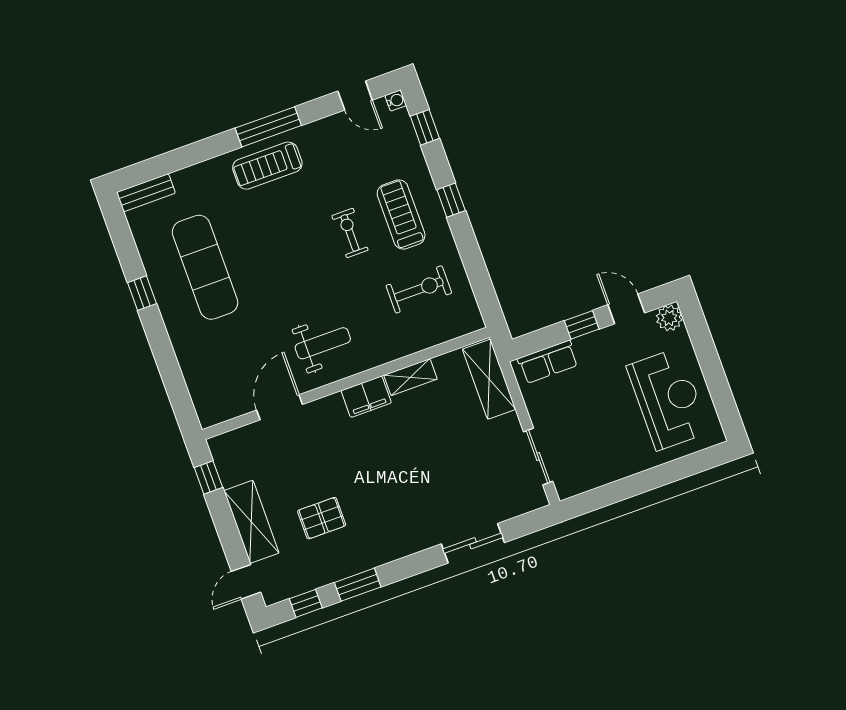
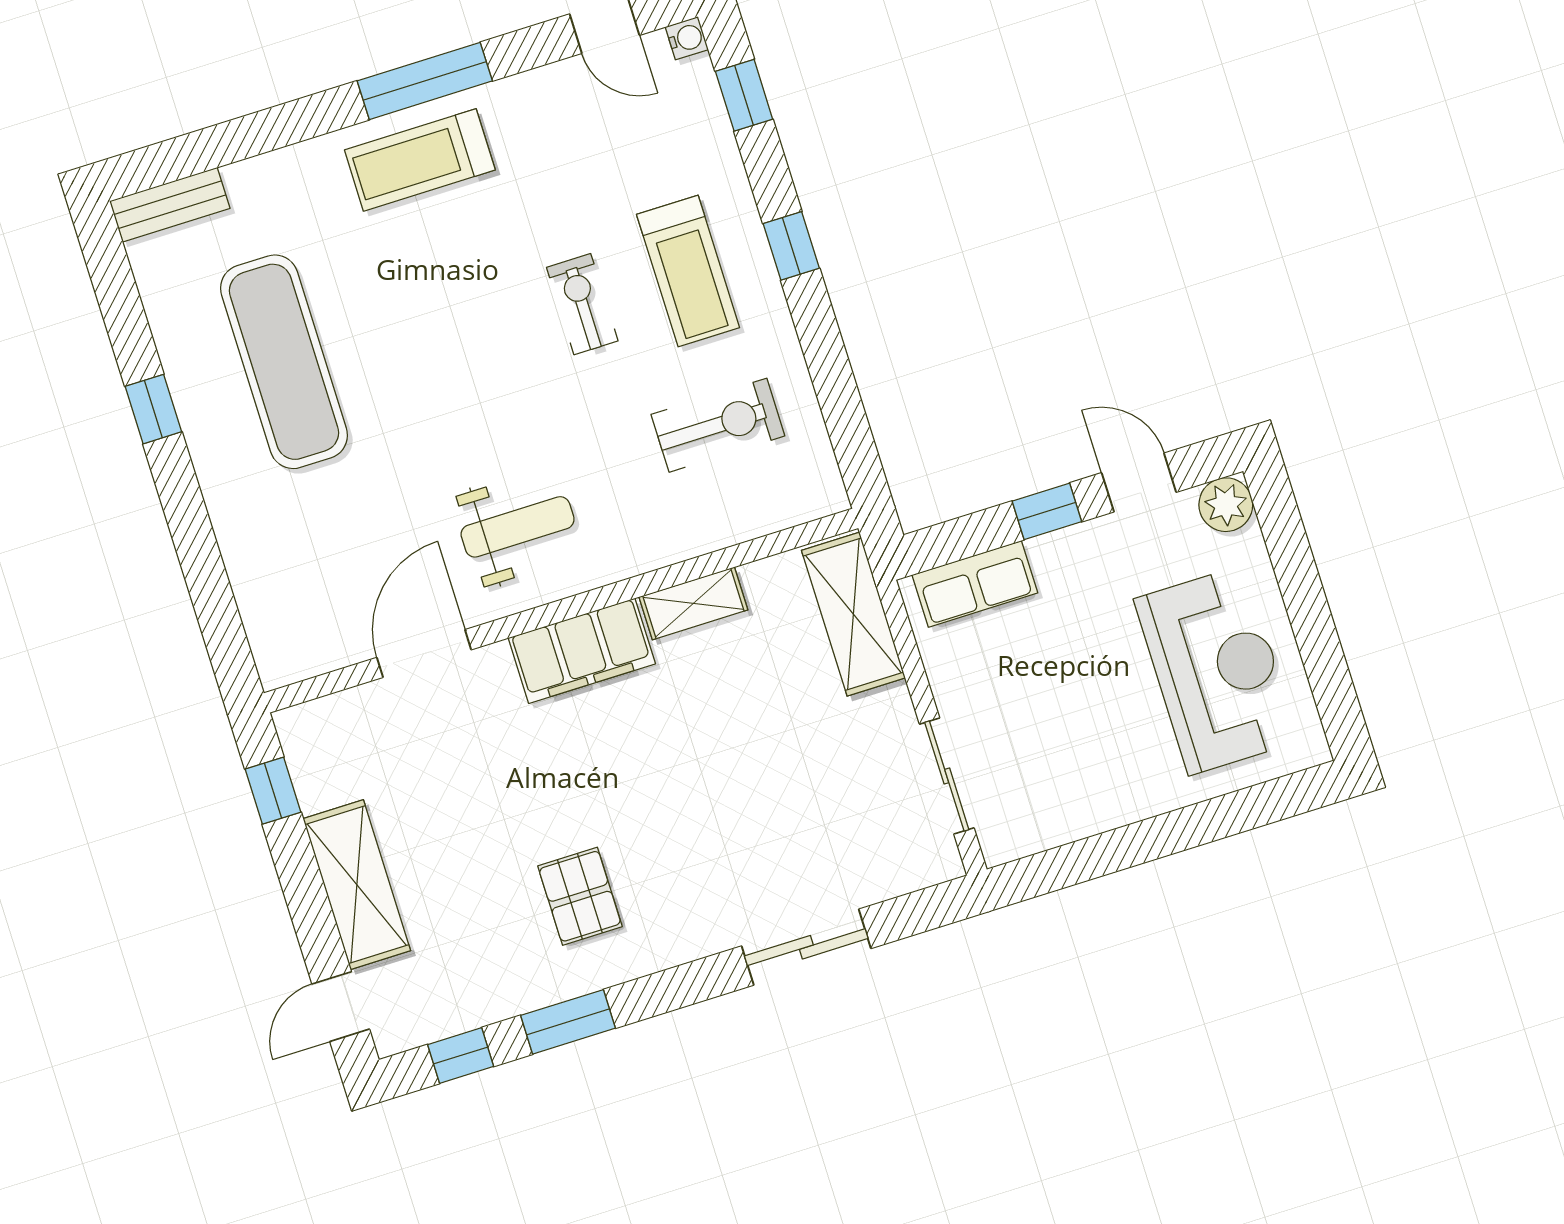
treadmill: (401, 214) -> (688, 271), turned 180
filing cabinet: (366, 397) -> (582, 651), width x1.50, depth x1.17
pallet: (322, 518) -> (580, 896), moved, turned 90

